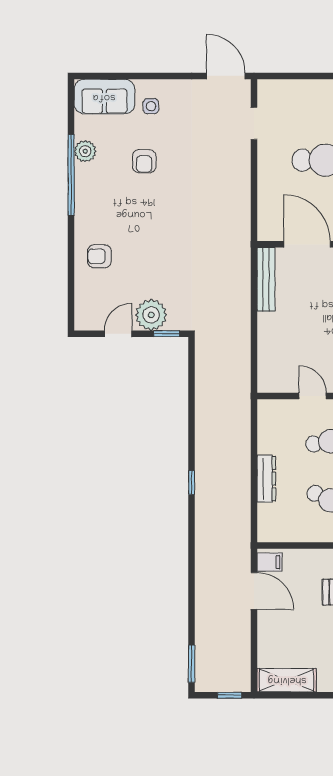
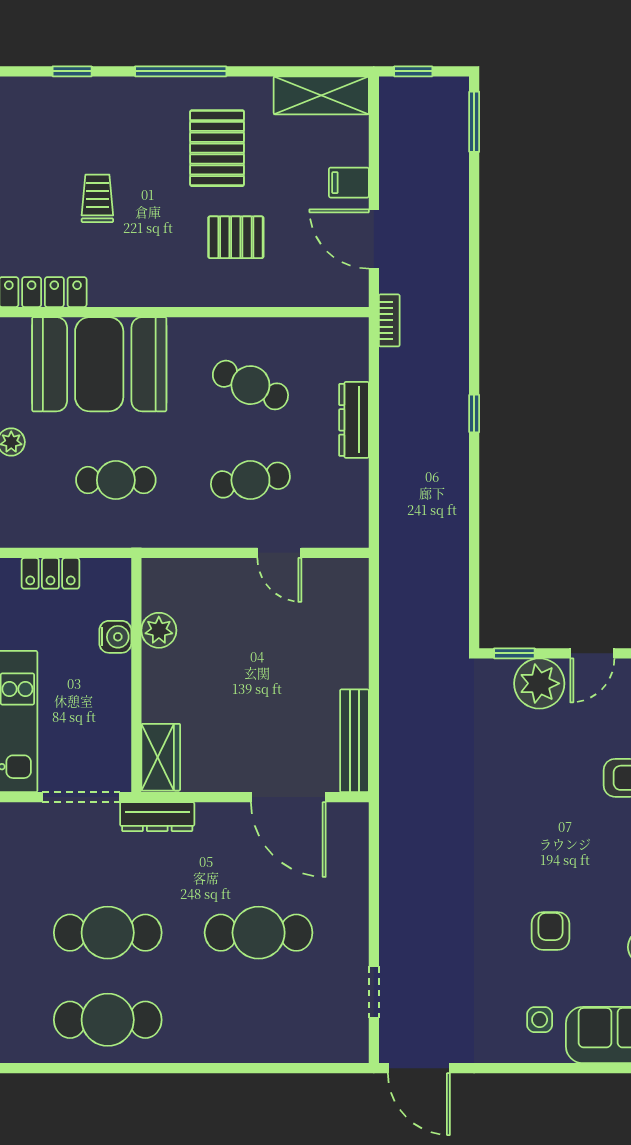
bookcase: (244, 540) -> (389, 320), added
filing cabinet: (269, 562) -> (349, 183), moved

